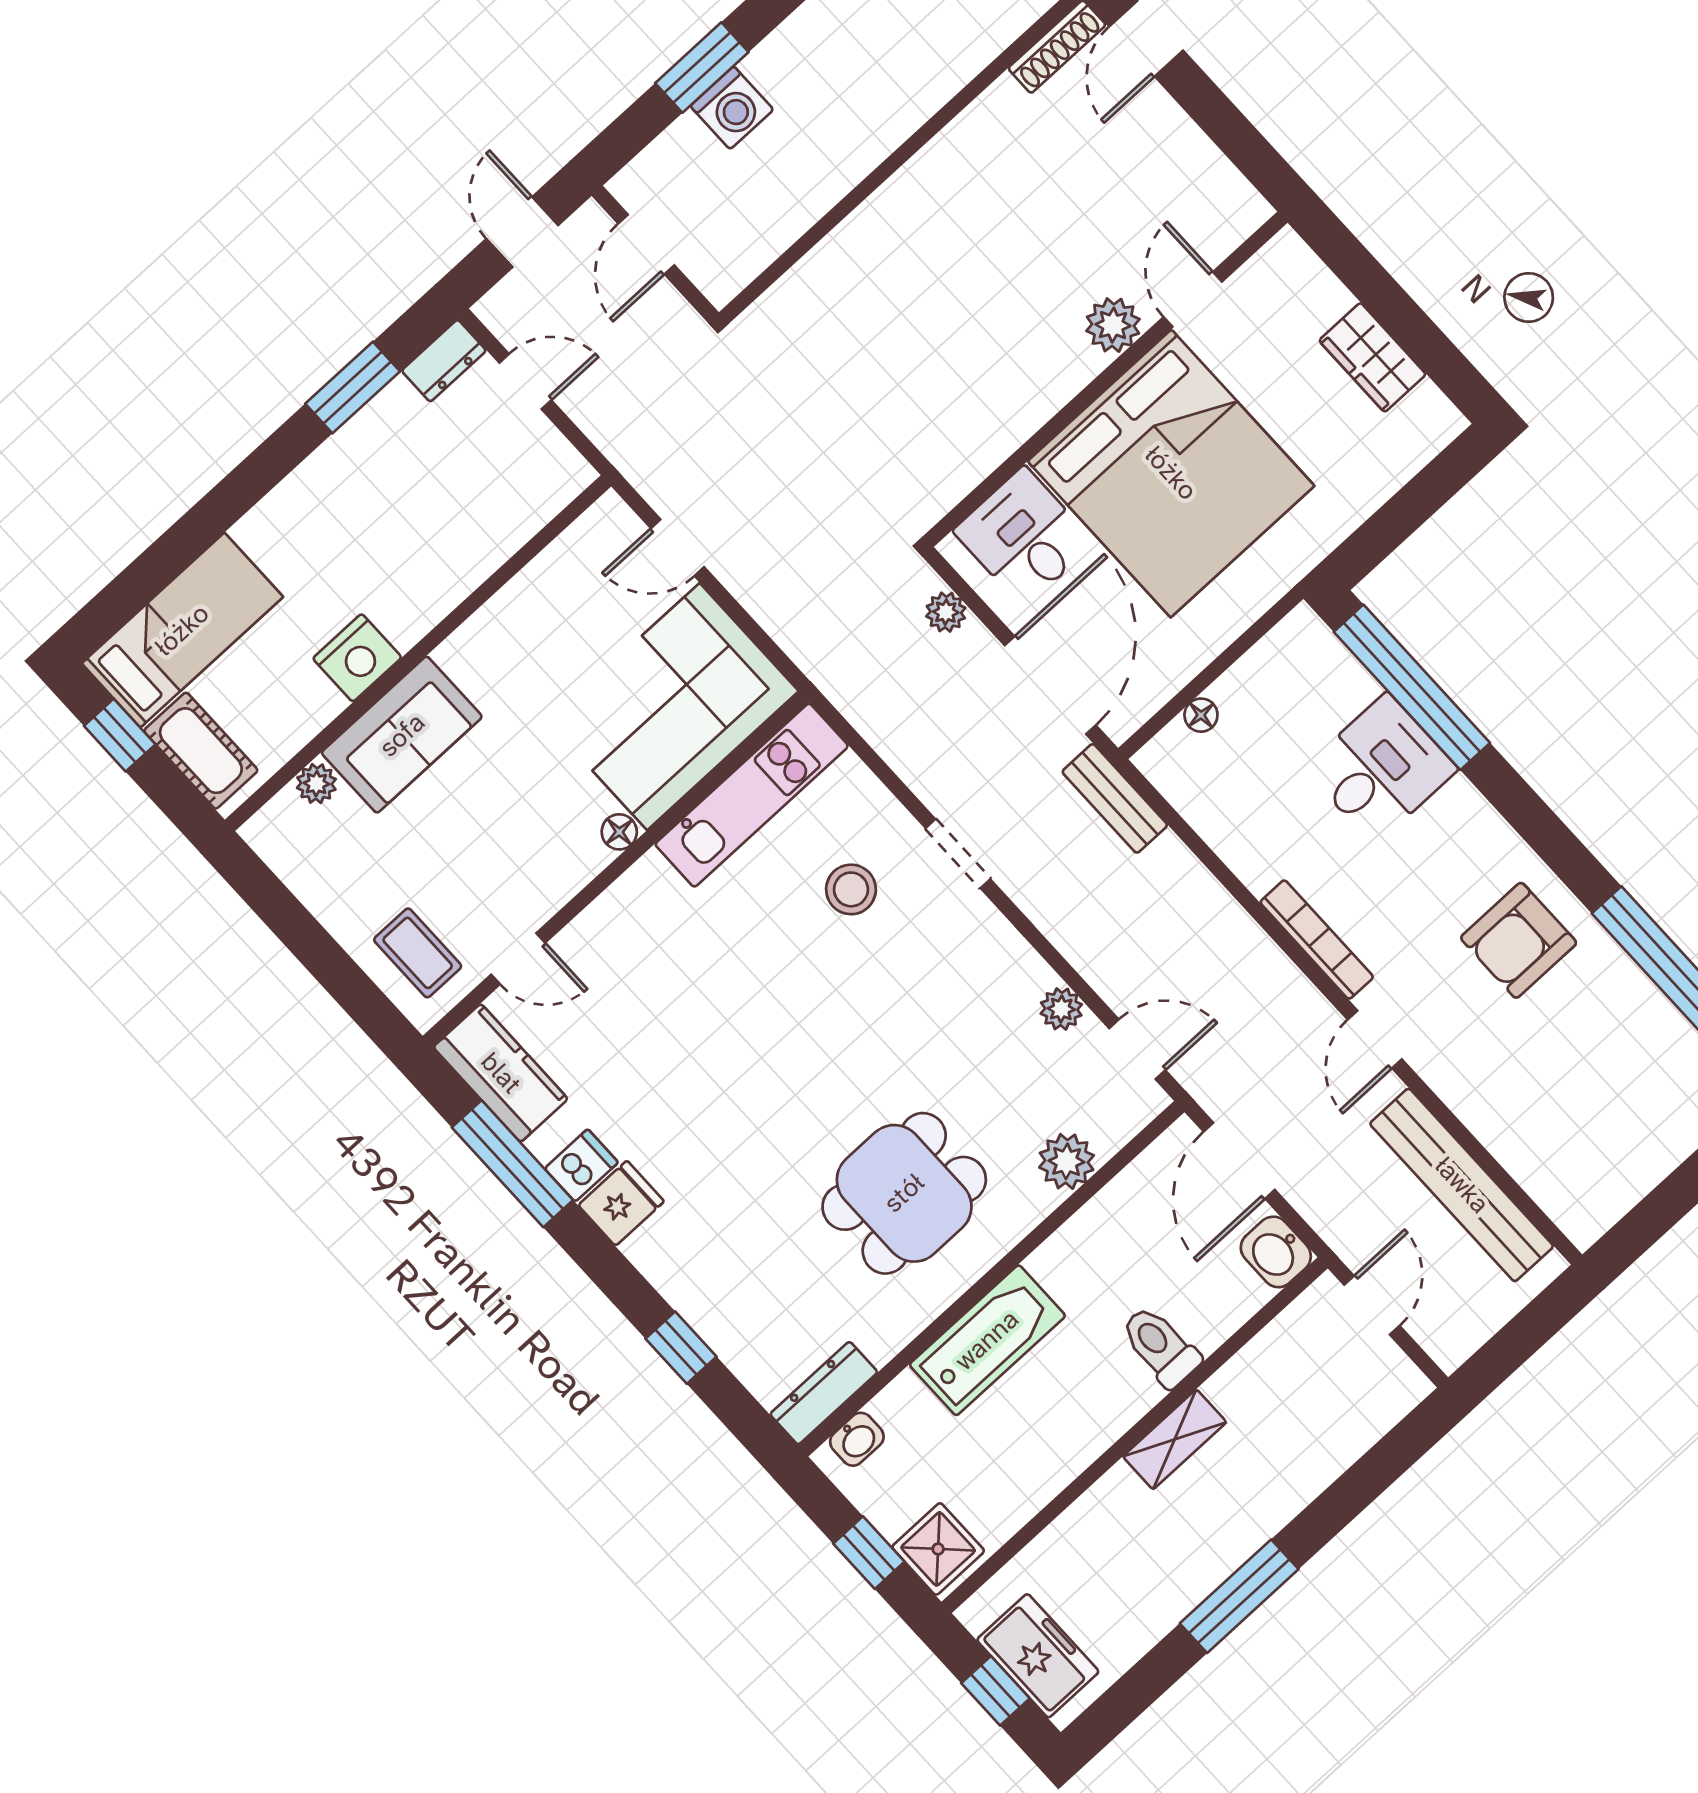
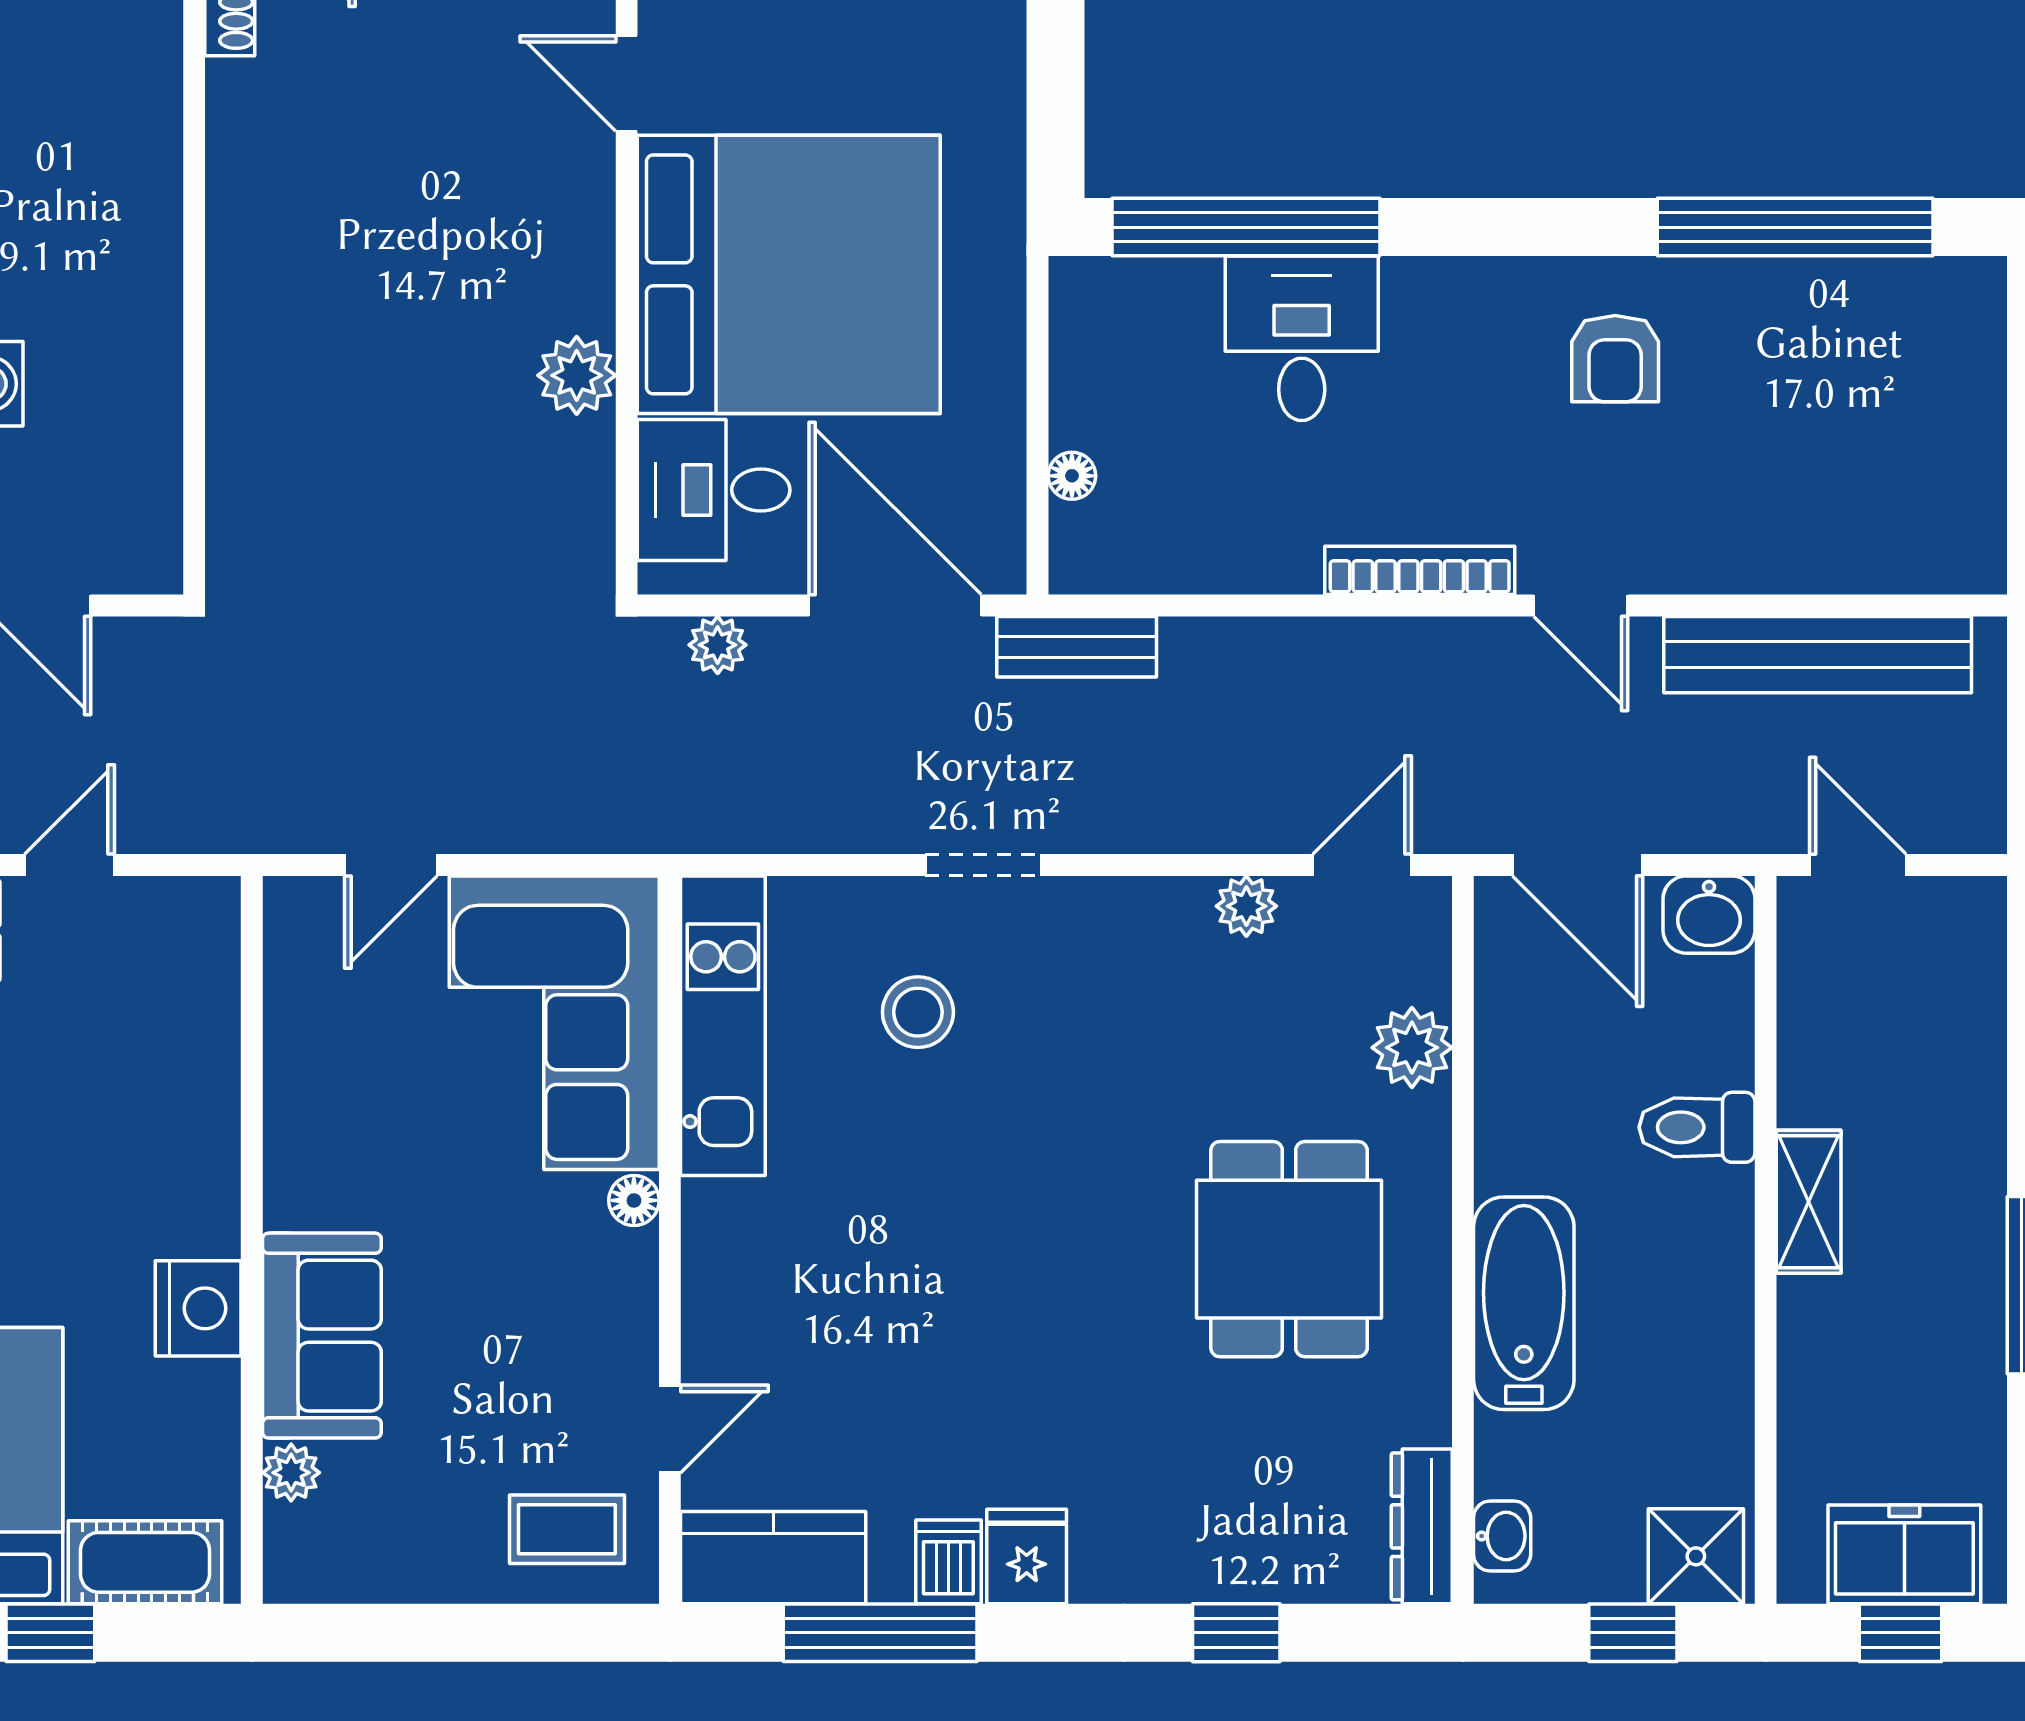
plant: (1113, 325) -> (577, 375), moved
armchair: (1519, 940) -> (1615, 359), width x0.72, depth x0.72

